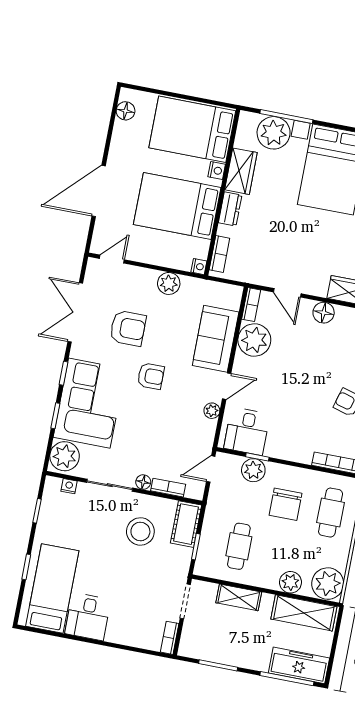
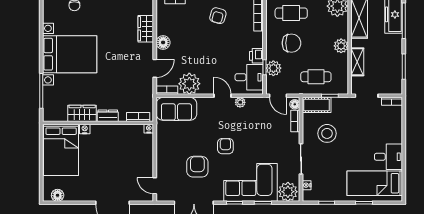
plant: (274, 133) -> (53, 97), removed
bed: (177, 206) -> (112, 150), removed
plant: (169, 283) -> (163, 146), removed
sofa: (216, 339) -> (176, 109), moved
printer: (277, 448) -> (256, 56), added
floor lamp: (143, 482) -> (295, 104), moved
cafe table: (239, 546) -> (316, 77), moved
plant: (290, 582) -> (341, 46), moved

